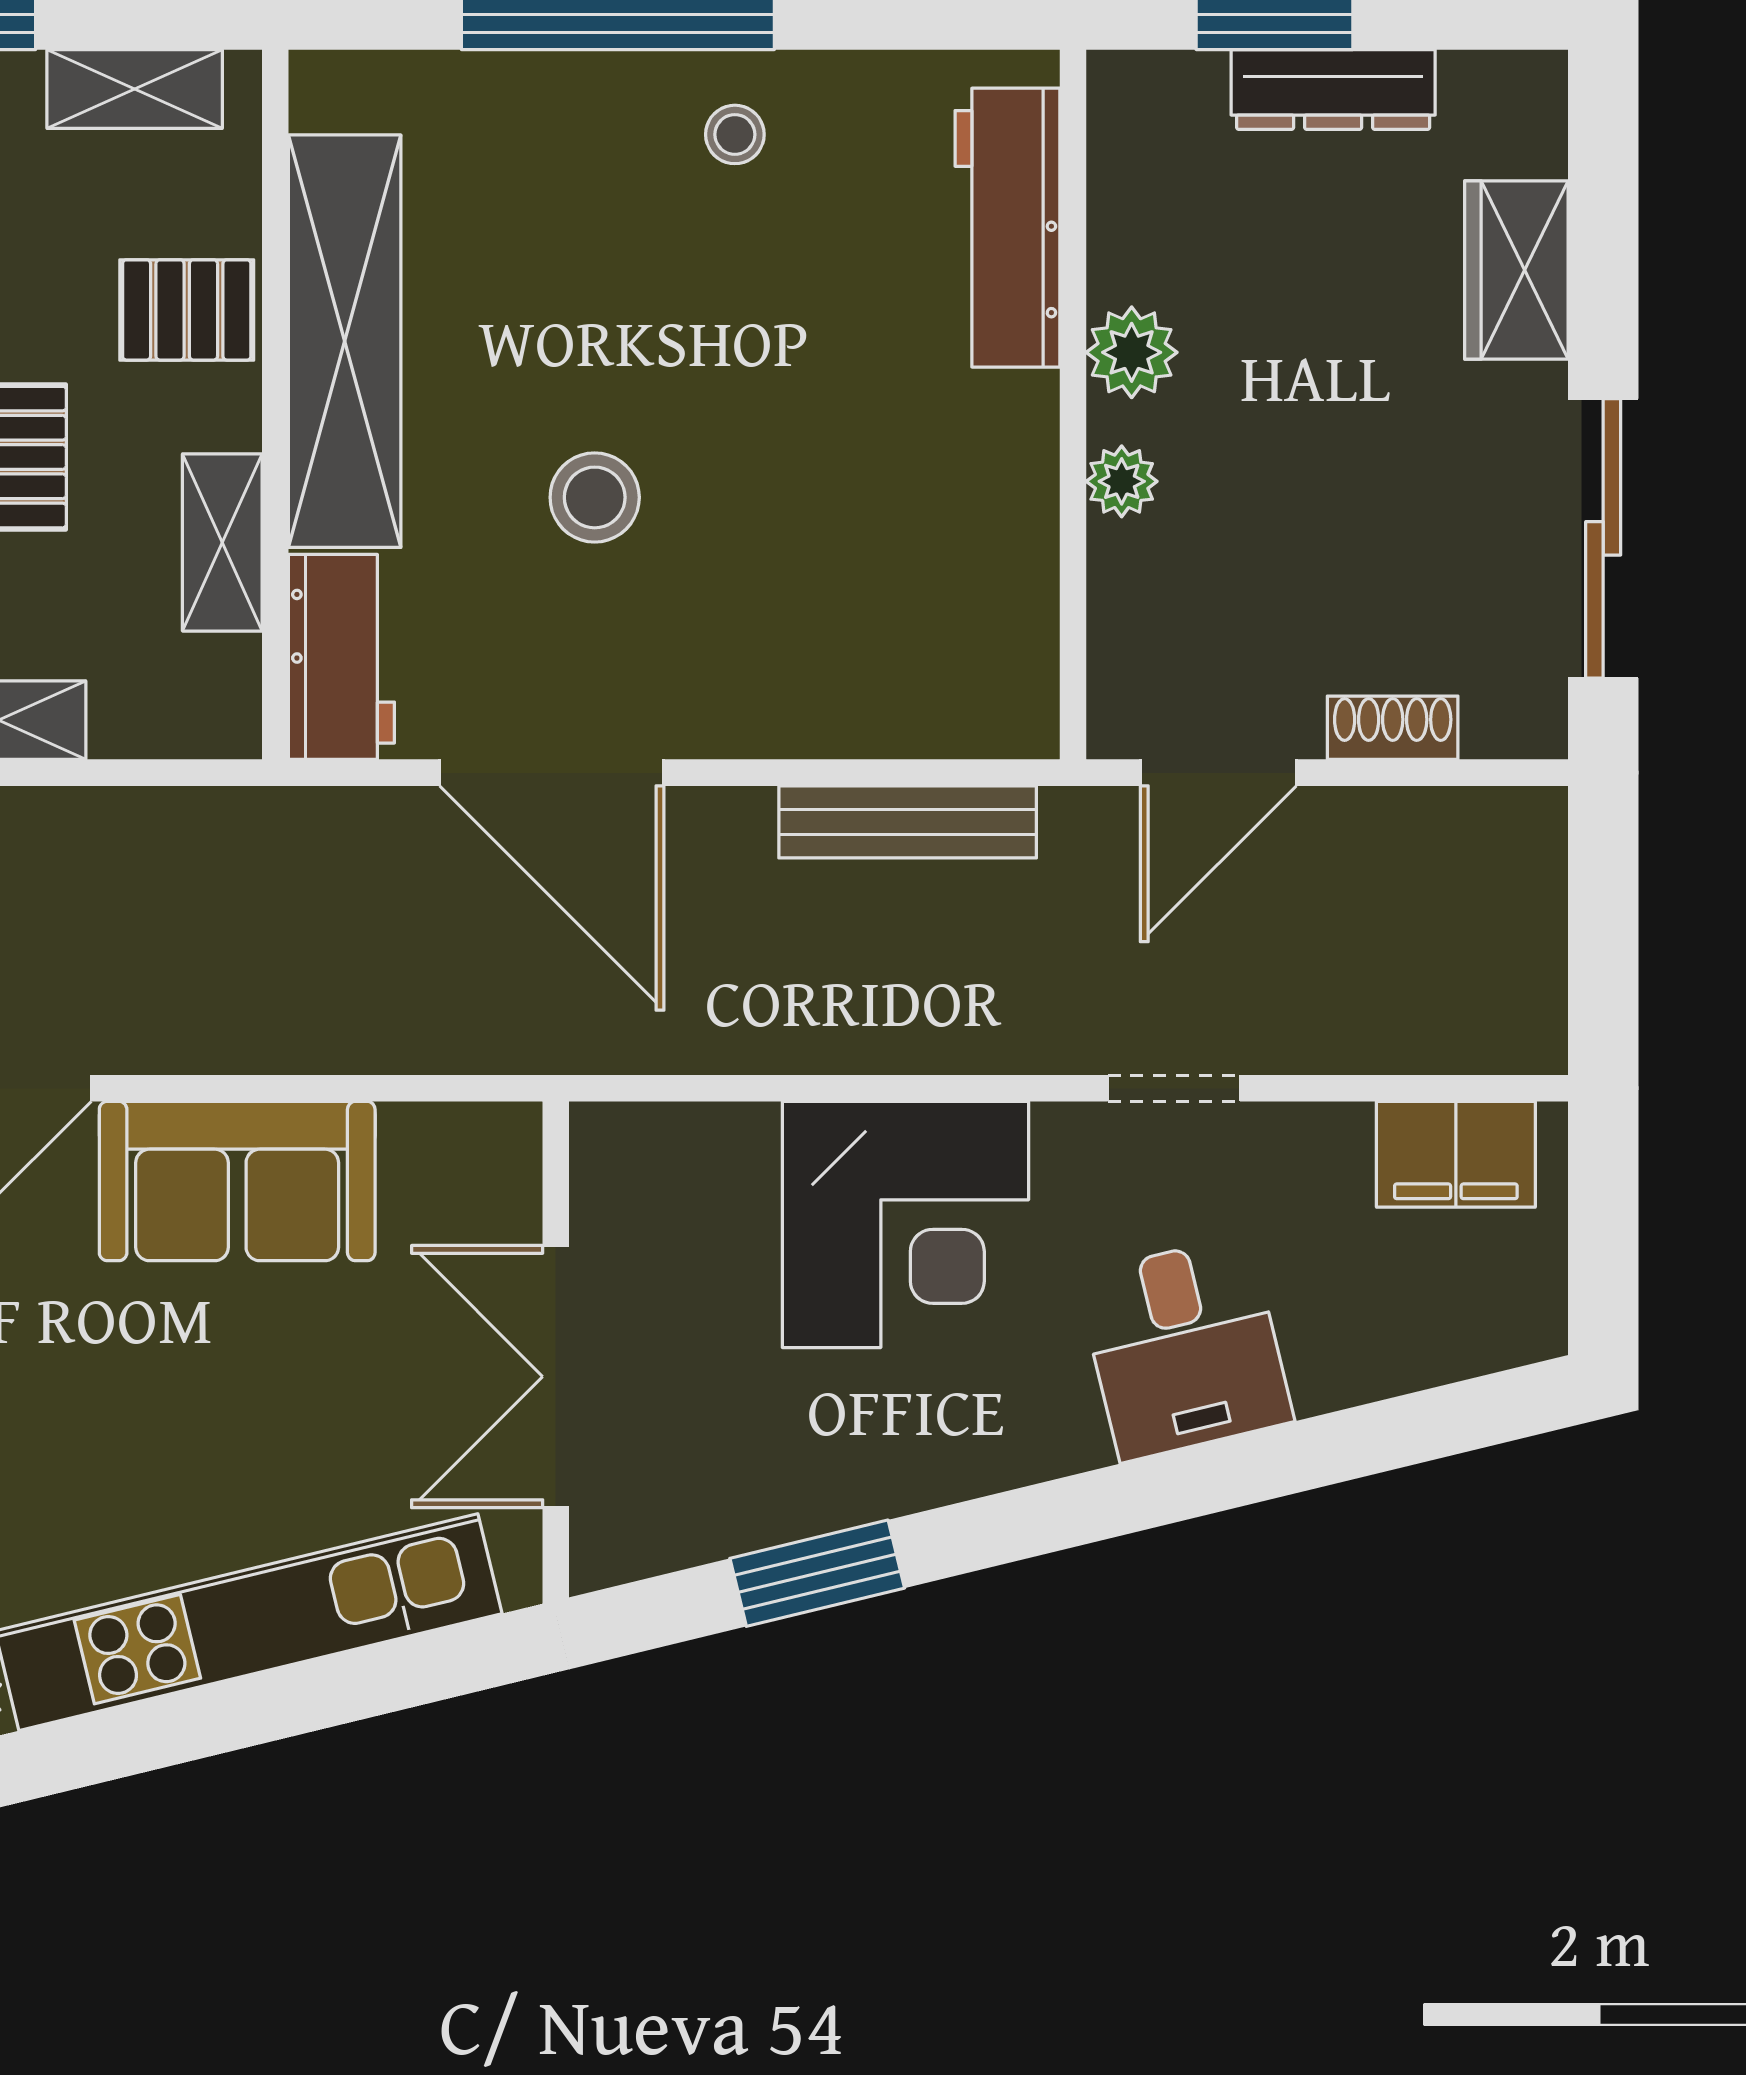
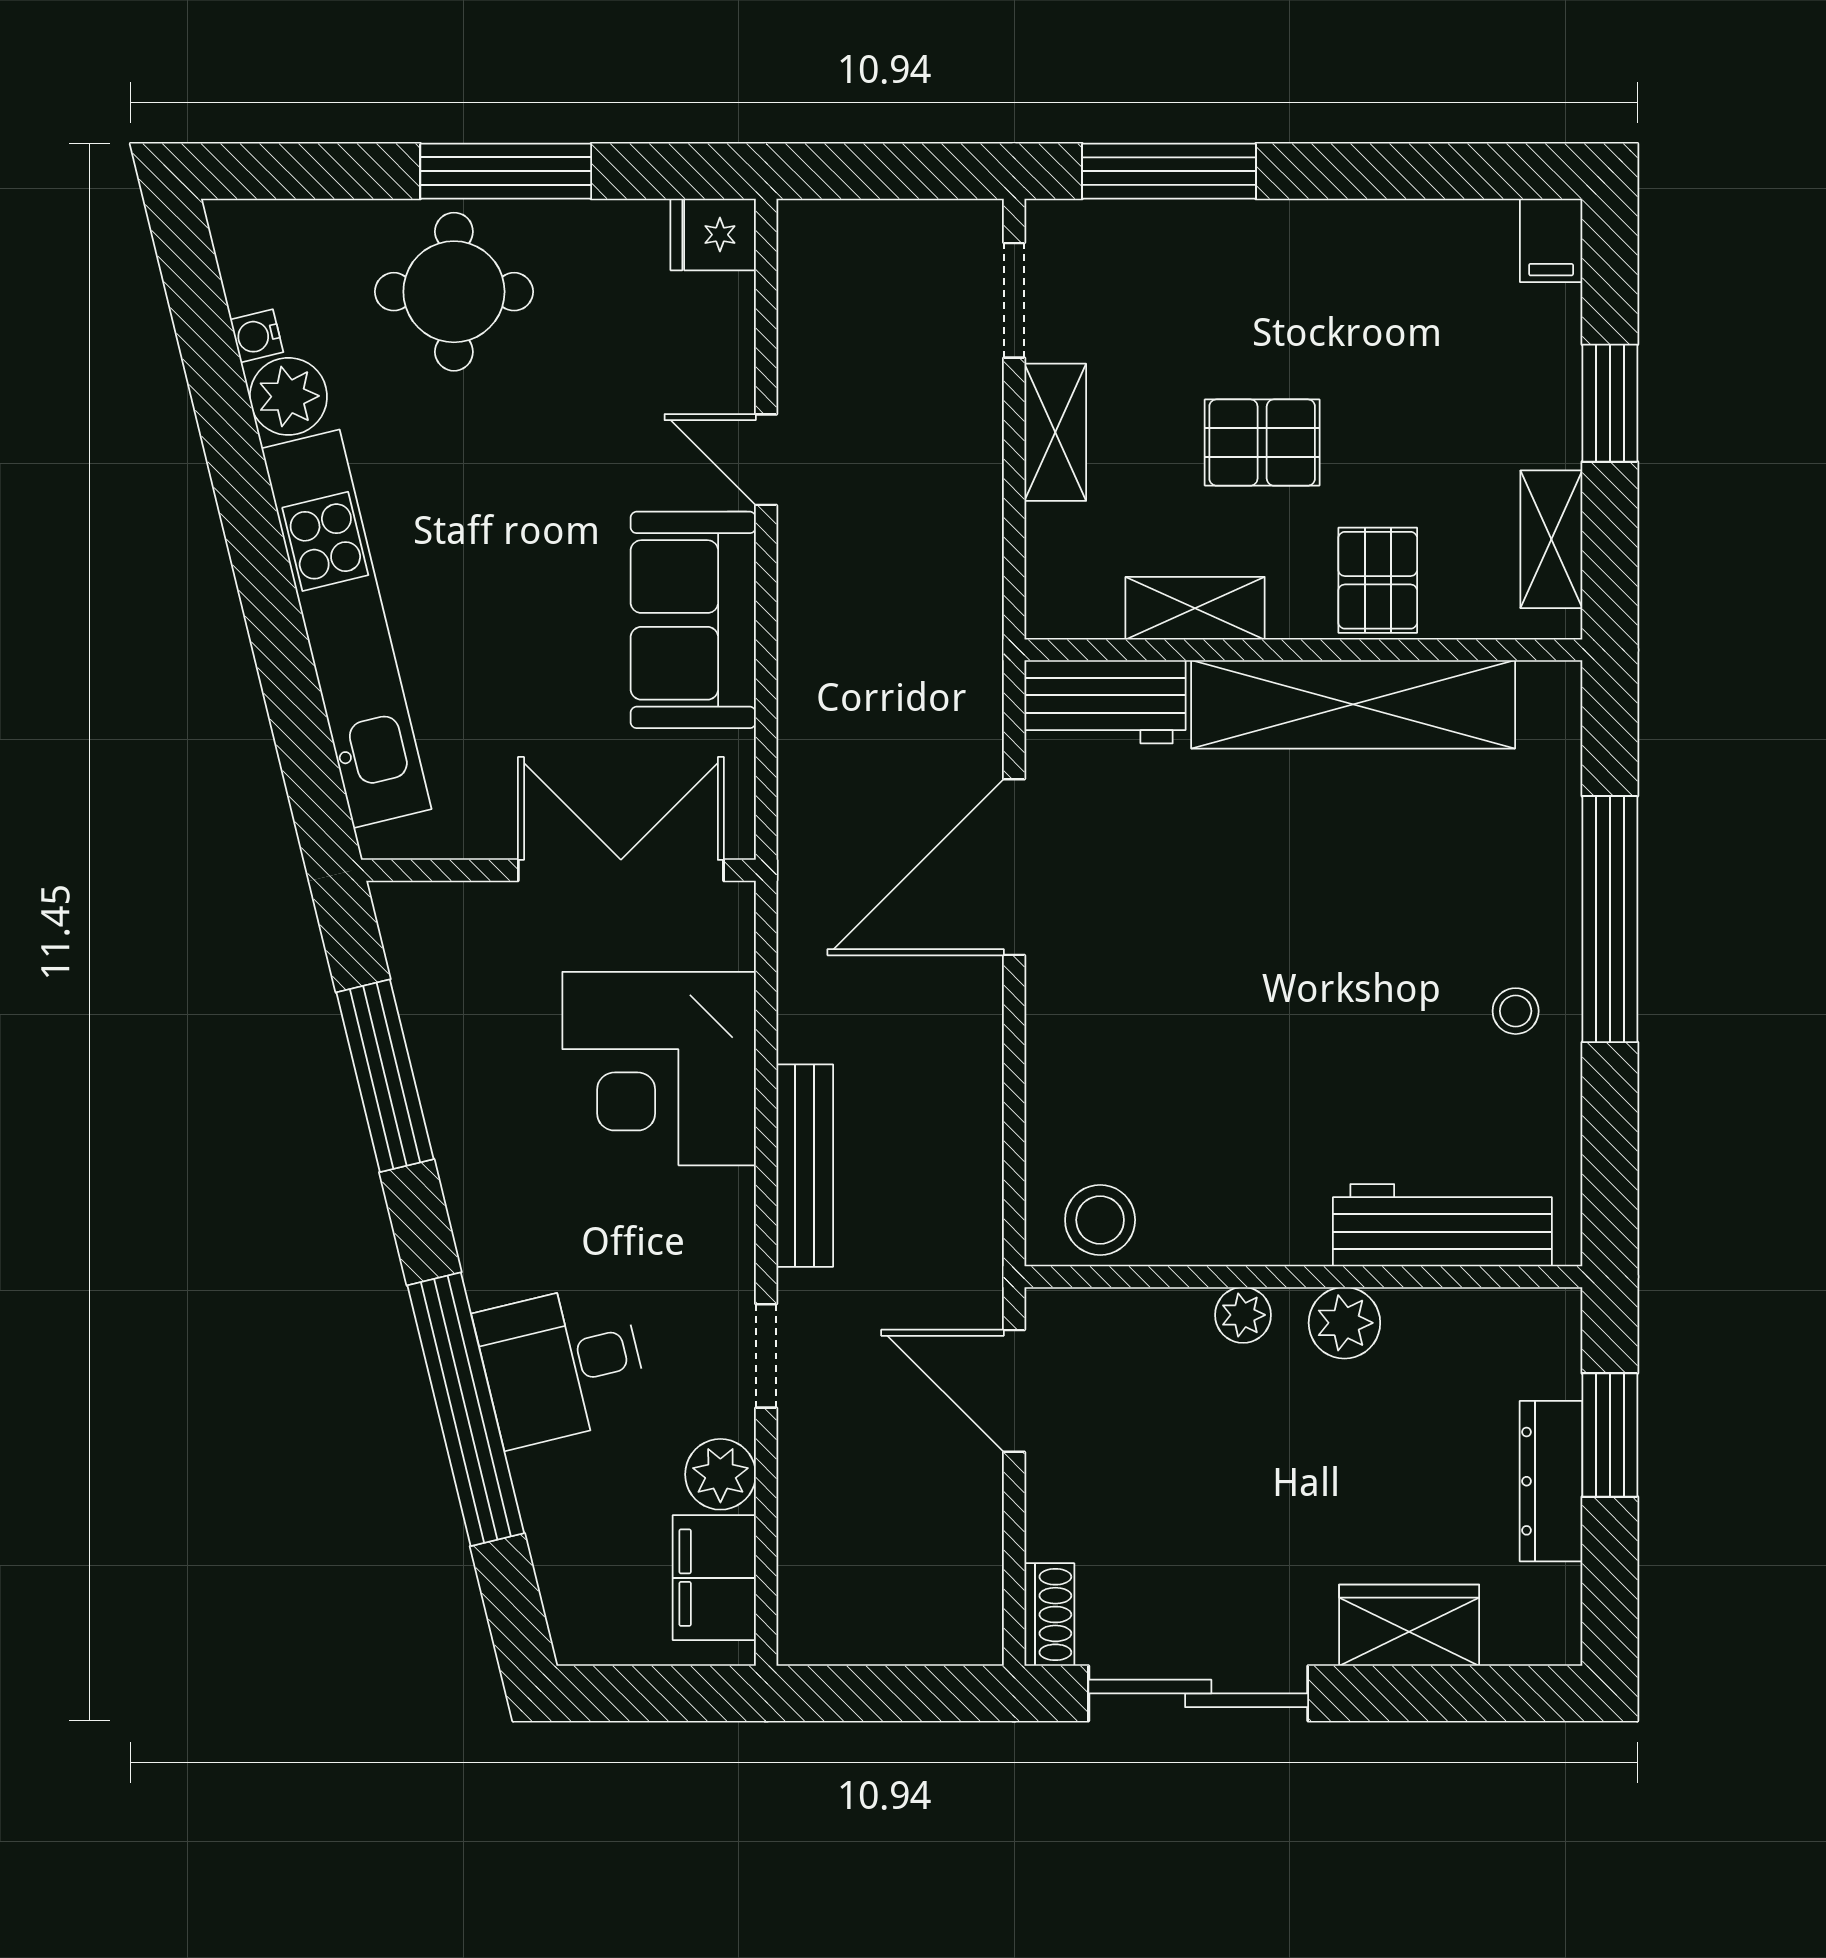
stool: (595, 497) -> (1100, 1220), moved
shoe rack: (1393, 728) -> (1049, 1615), moved
bench: (908, 822) -> (805, 1166), moved
plant: (1324, 1146) -> (720, 1474), added
corner desk: (905, 1224) -> (659, 1069), moved
double door: (556, 1377) -> (621, 870), moved
window: (1242, 1470) -> (466, 1409), added
window: (817, 1573) -> (385, 1076), width x1.44

